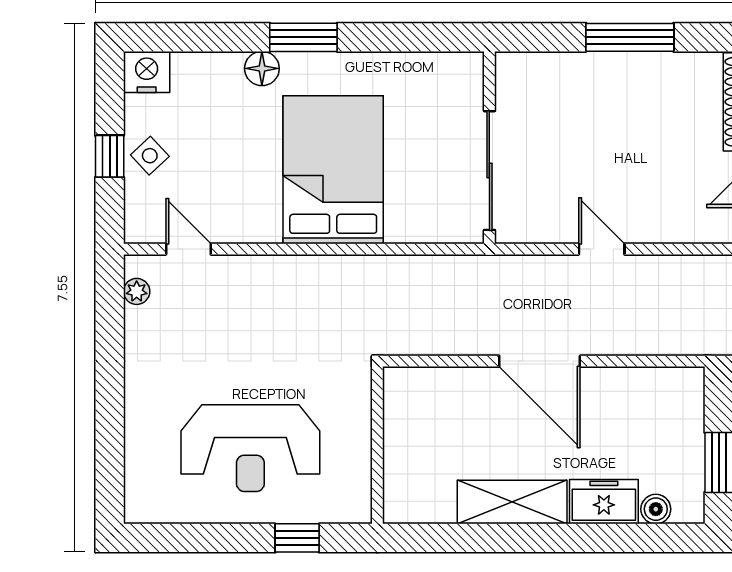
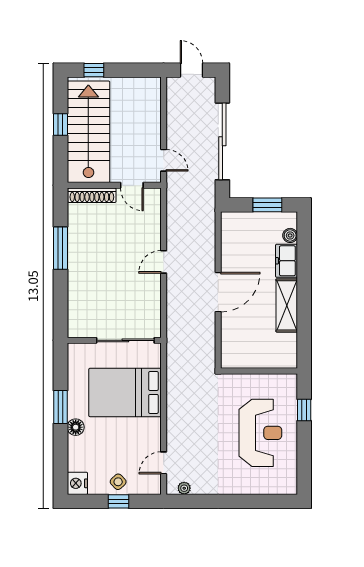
wall: (489, 148) -> (114, 340), moved
sliding door: (489, 171) -> (125, 340), moved

